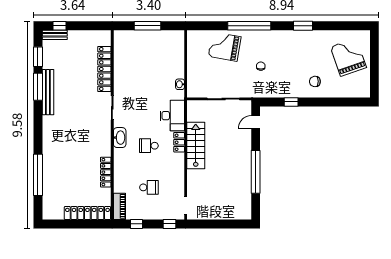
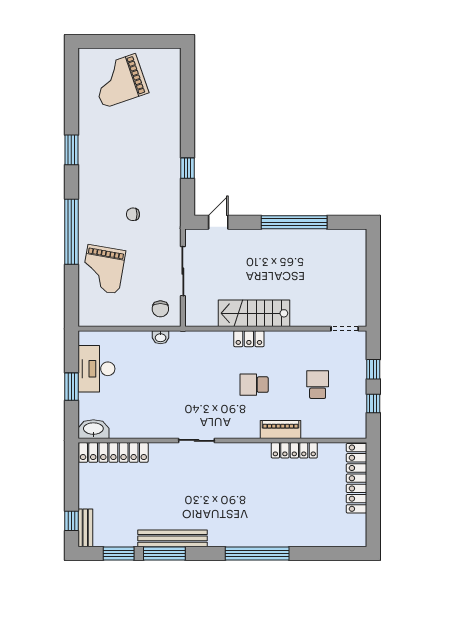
window: (148, 26) -> (71, 387), width x0.69
locker: (104, 69) -> (113, 452), moved
chair: (315, 81) -> (160, 309), moved
desk: (172, 116) -> (96, 369), moved, turned -90
door: (256, 122) -> (218, 222), swing flipped
washbasin: (120, 138) -> (93, 429), moved
school desk: (149, 146) -> (254, 385), turned 90
window: (38, 175) -> (257, 554), moved
piano: (119, 206) -> (280, 429), moved
window: (169, 224) -> (373, 369), moved

